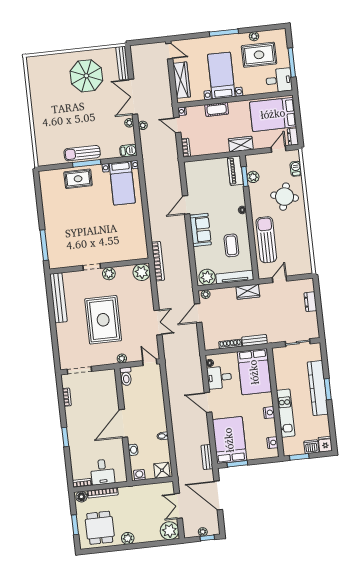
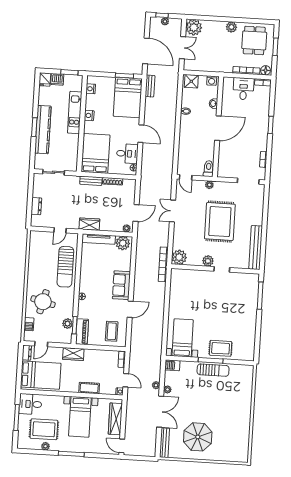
coffee table: (231, 245) -> (112, 331), moved

